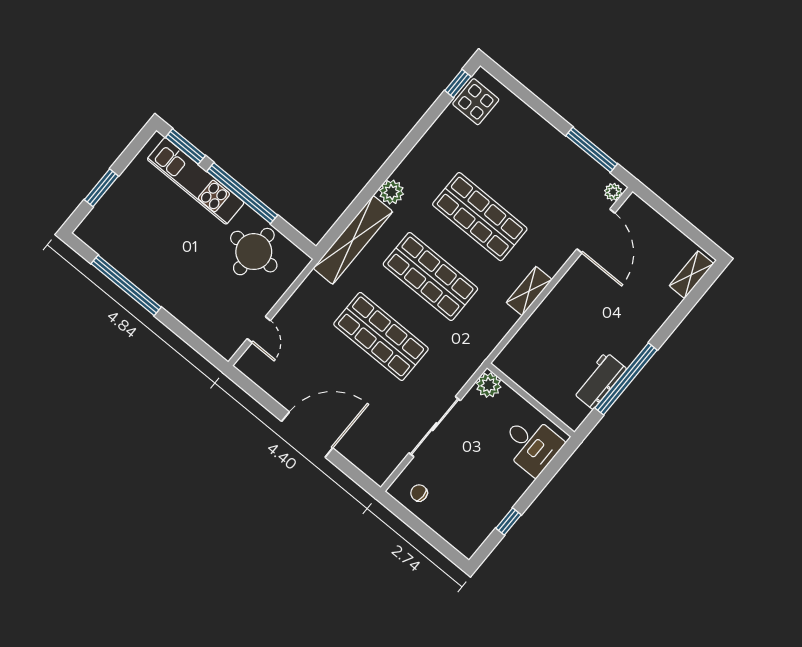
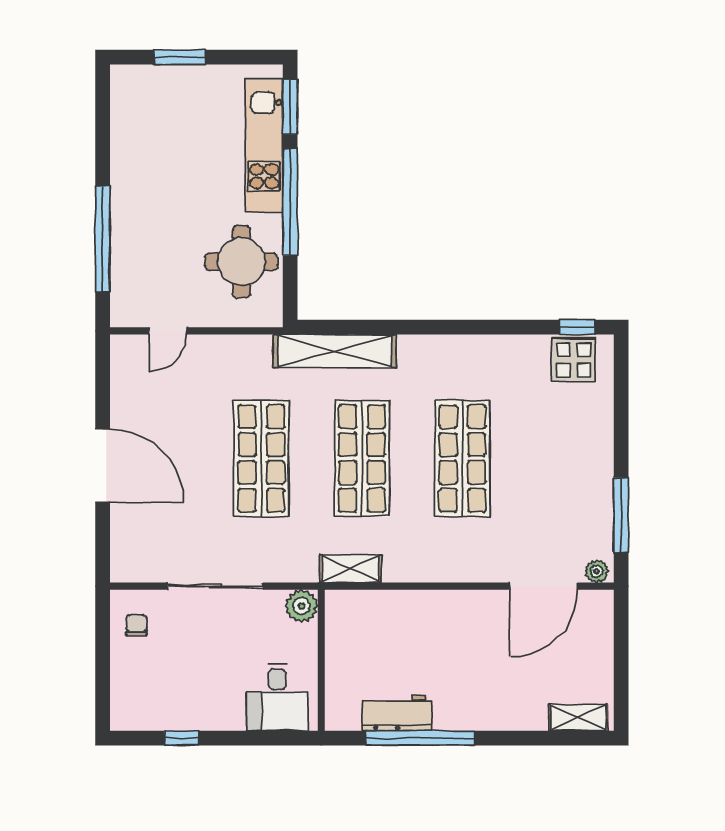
plant: (392, 192) -> (414, 350), removed
window: (126, 285) -> (103, 239), moved
shelving: (529, 291) -> (351, 569), moved

